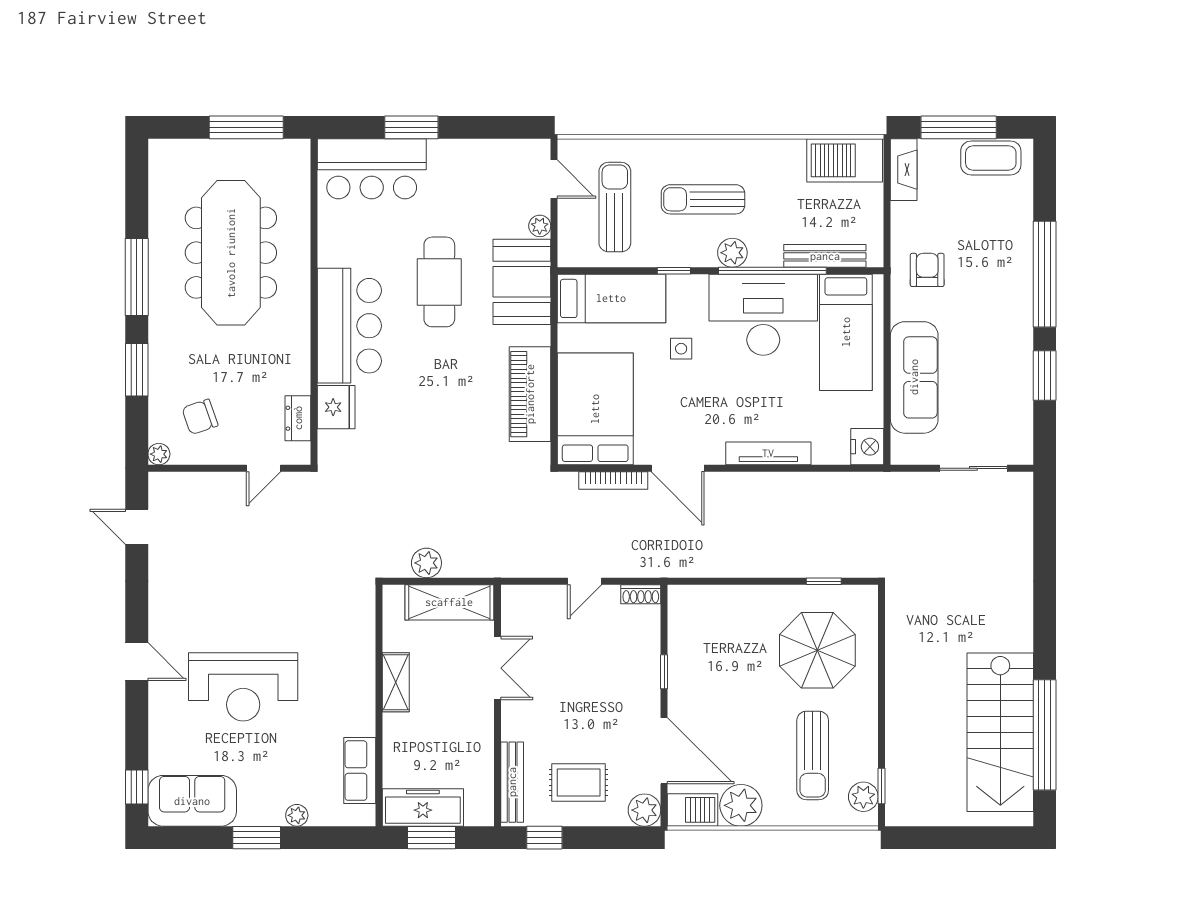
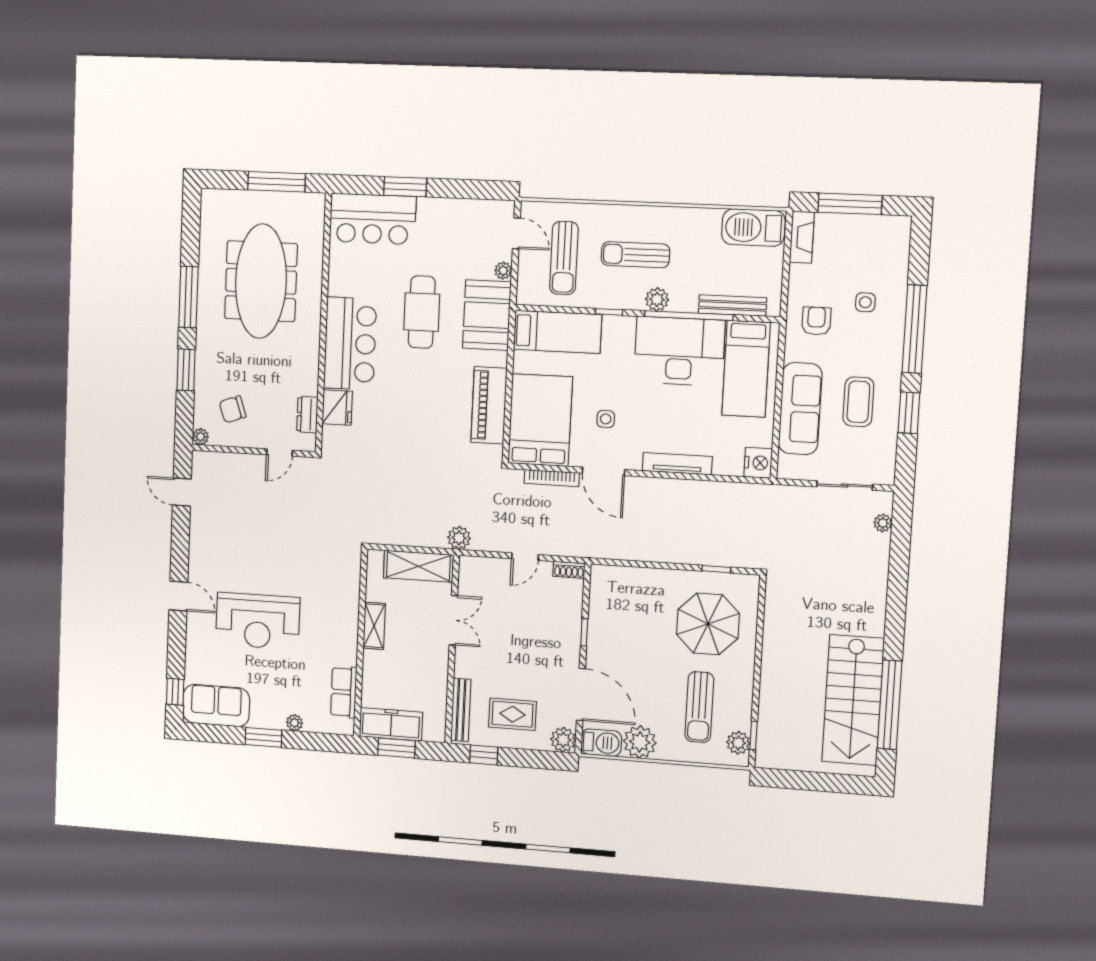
coffee table: (991, 158) -> (858, 402), moved, turned 90
sun lounger: (615, 207) -> (564, 258), turned 180
side table: (984, 245) -> (865, 302), added
side table: (681, 349) -> (606, 419), moved
plant: (1022, 511) -> (883, 523), added
plant: (426, 563) -> (459, 538), moved

